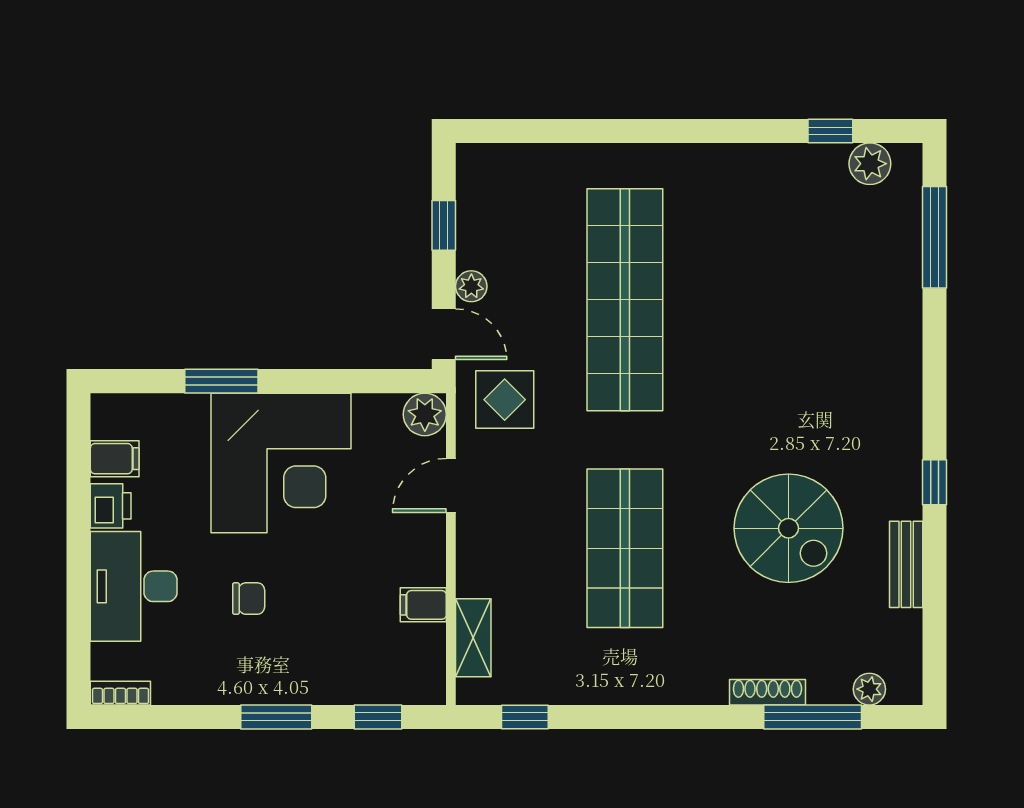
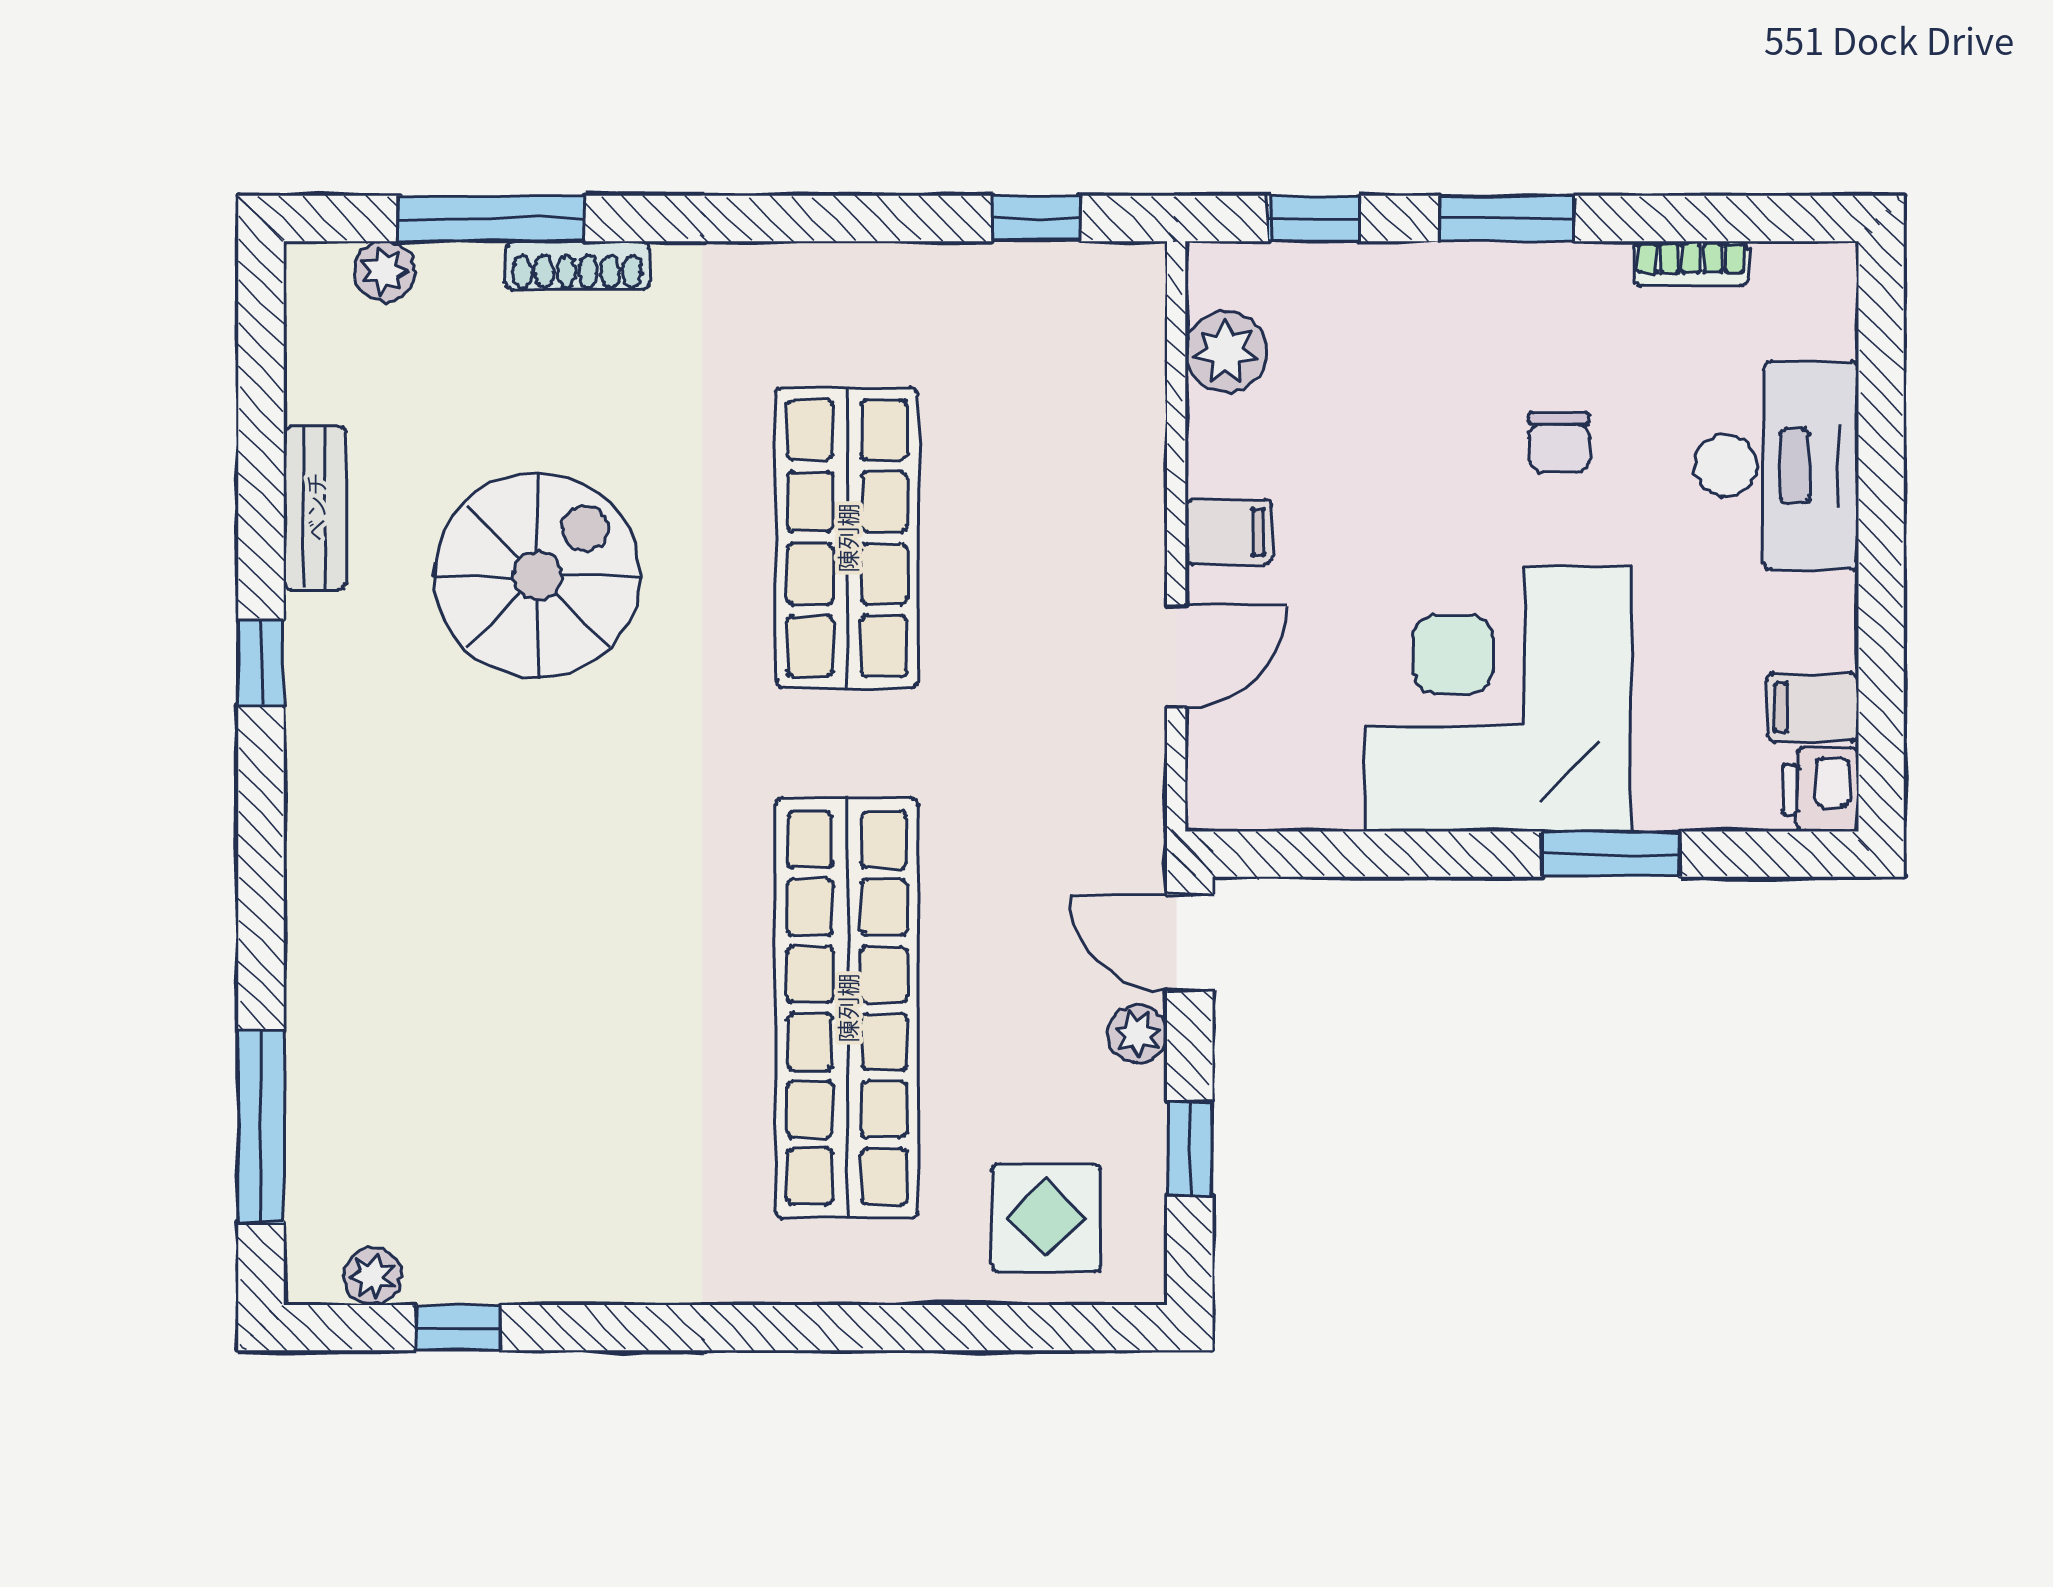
plant: (870, 164) -> (373, 1276), width x0.73, depth x0.73
display table: (505, 400) -> (1046, 1218), moved
plant: (425, 414) -> (1226, 352), moved
printer: (111, 506) -> (1820, 790), moved
spiral stairs: (788, 528) -> (537, 576), turned 90
chair: (249, 599) -> (1559, 443), turned -90
filing cabinet: (423, 605) -> (1228, 532), moved
shelving: (473, 638) -> (1134, 368), removed
bookcase: (120, 693) -> (1691, 264), moved

